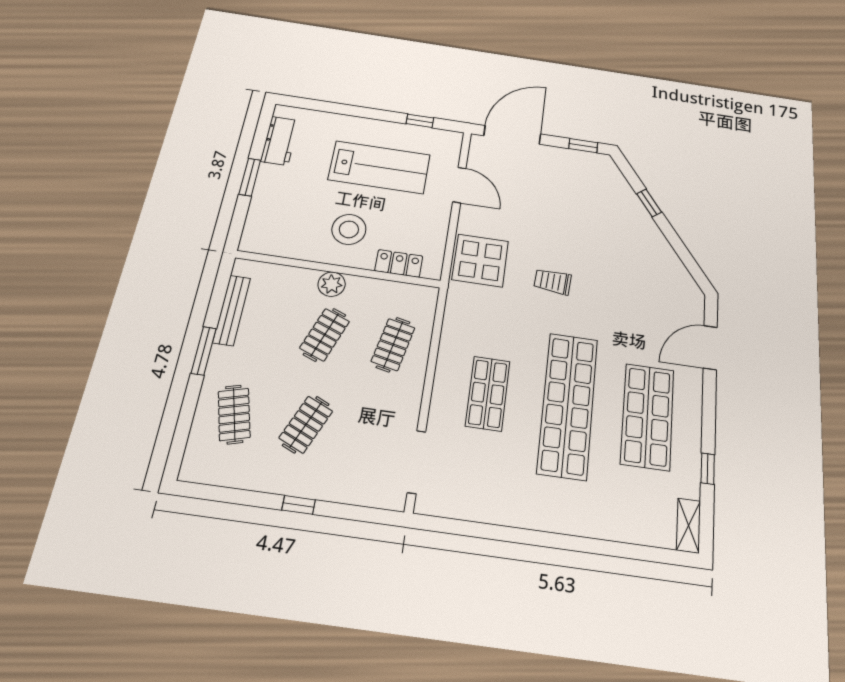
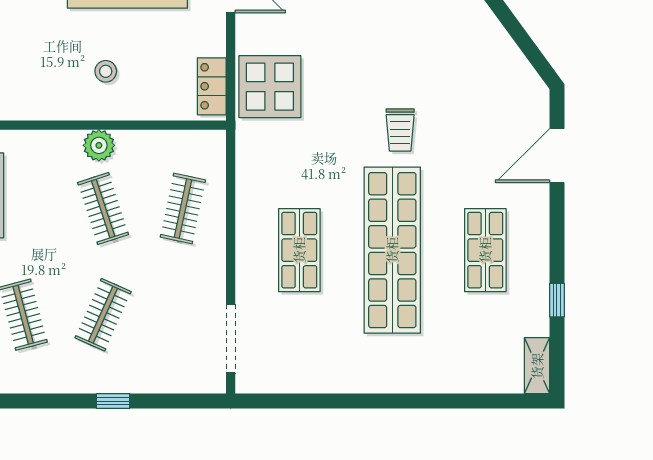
stool: (349, 229) -> (106, 71), width x0.53, depth x0.53
locker: (399, 263) -> (212, 86), moved, turned -90
trolley: (553, 282) -> (400, 130), moved, turned -94
clothes rail: (325, 335) -> (103, 209), turned -39
shop shelf: (647, 416) -> (485, 250), width x0.70, depth x0.74

